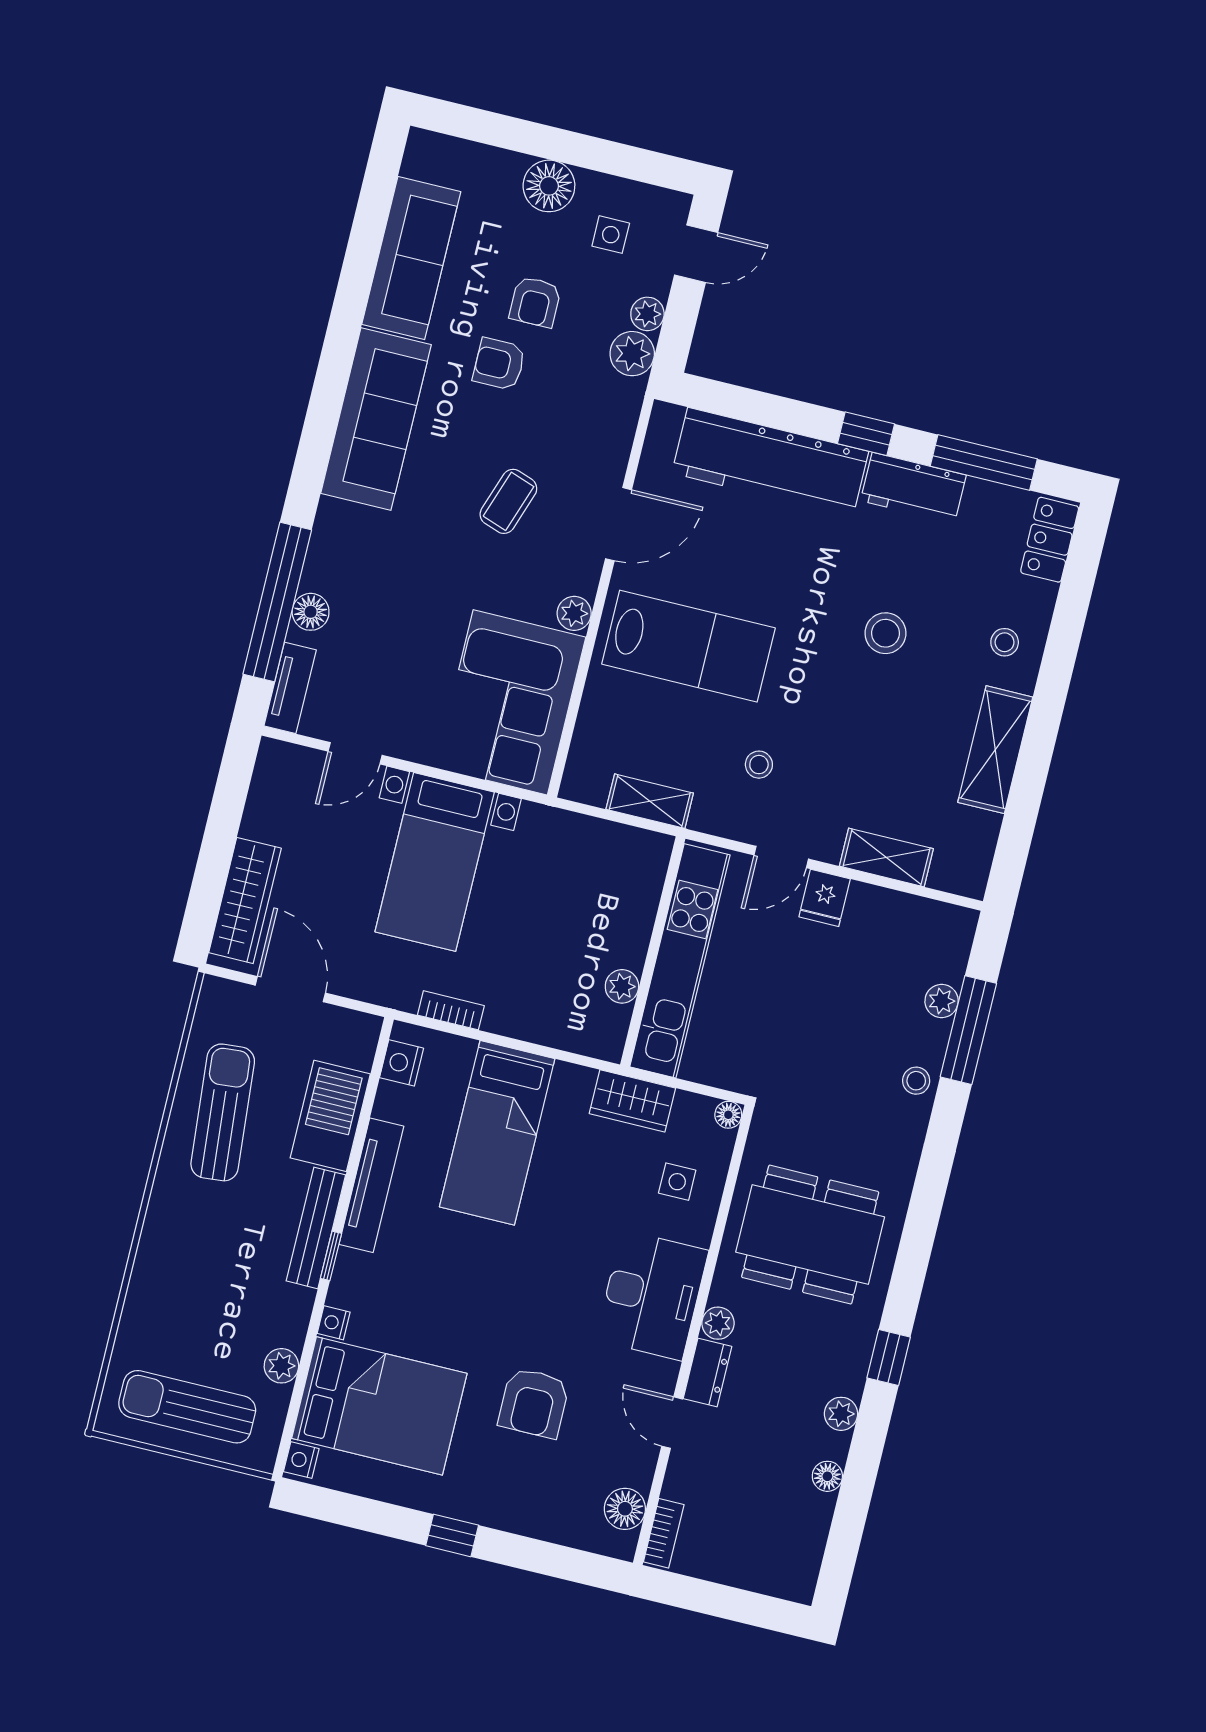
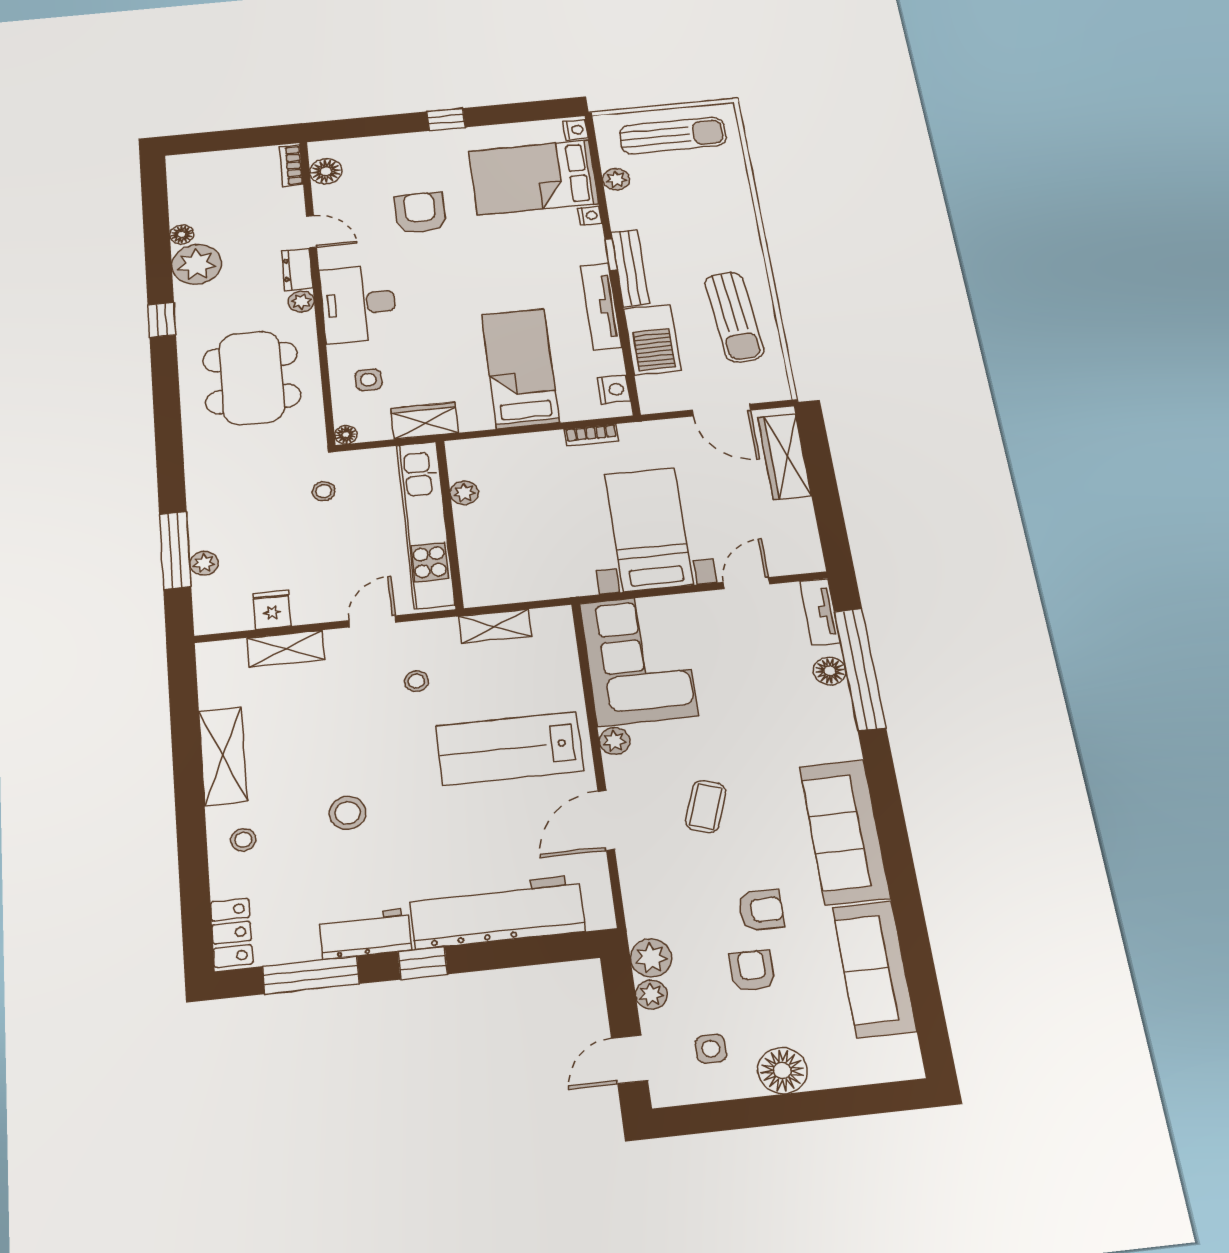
fridge: (825, 898) -> (272, 610), moved
stool: (916, 1081) -> (324, 491), moved
dining table: (810, 1235) -> (252, 378), turned 90
plant: (841, 1414) -> (196, 264), width x1.88, depth x1.88

